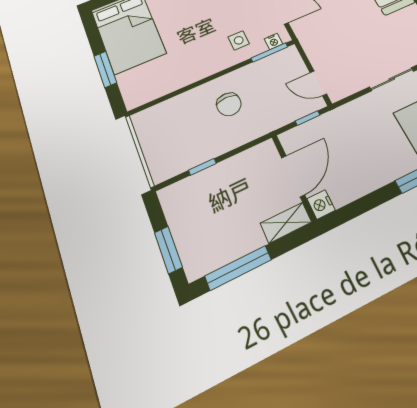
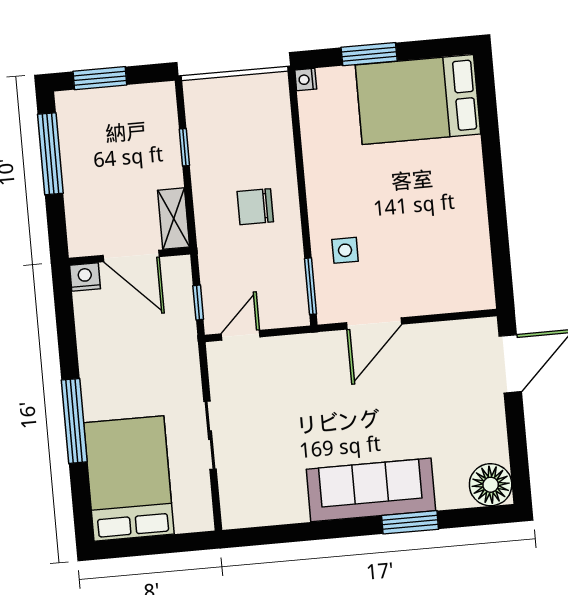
nightstand: (273, 41) -> (306, 80), moved
shelving: (286, 223) -> (174, 219), moved

